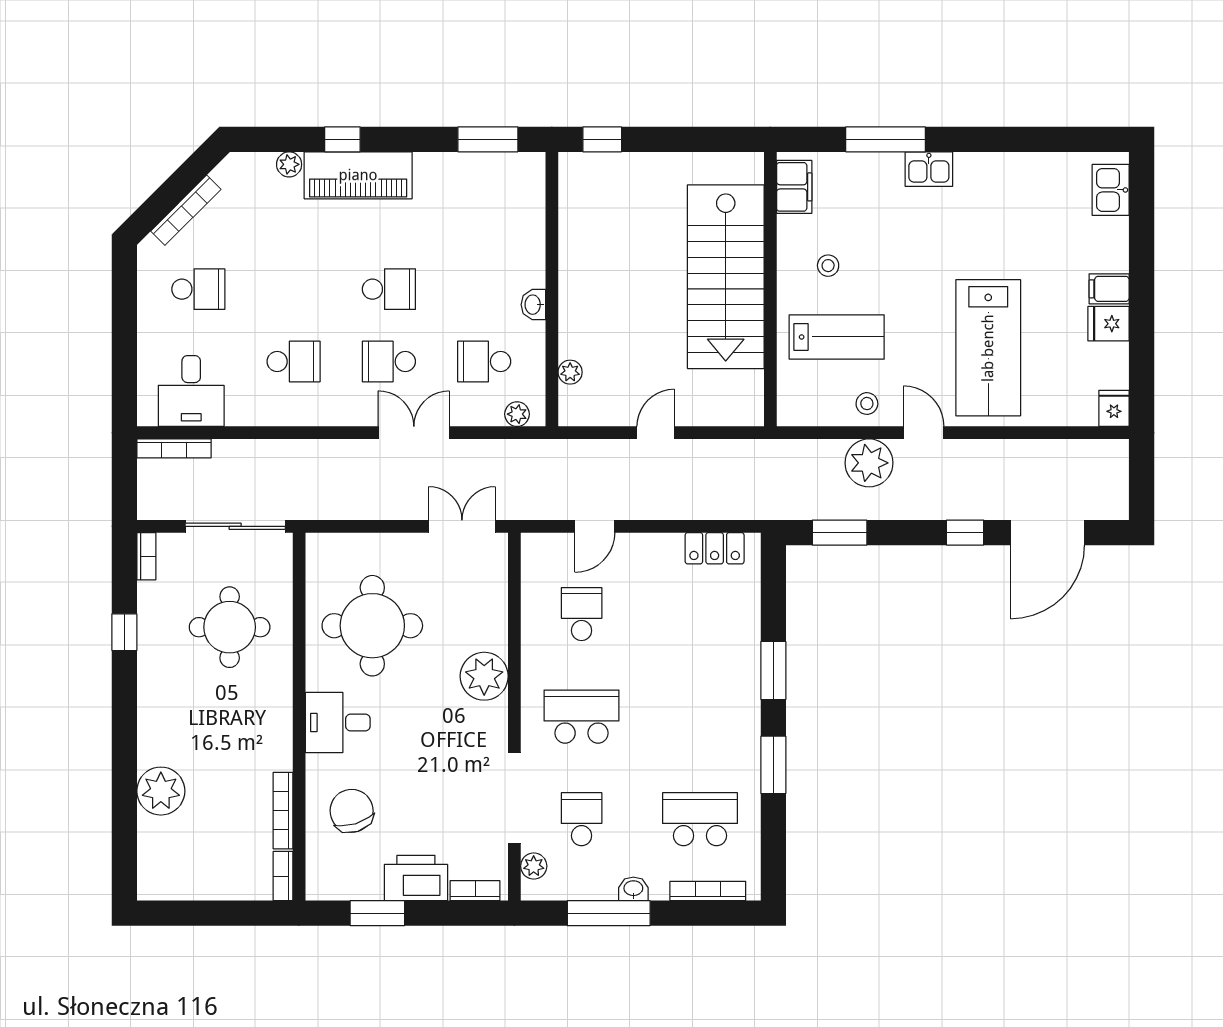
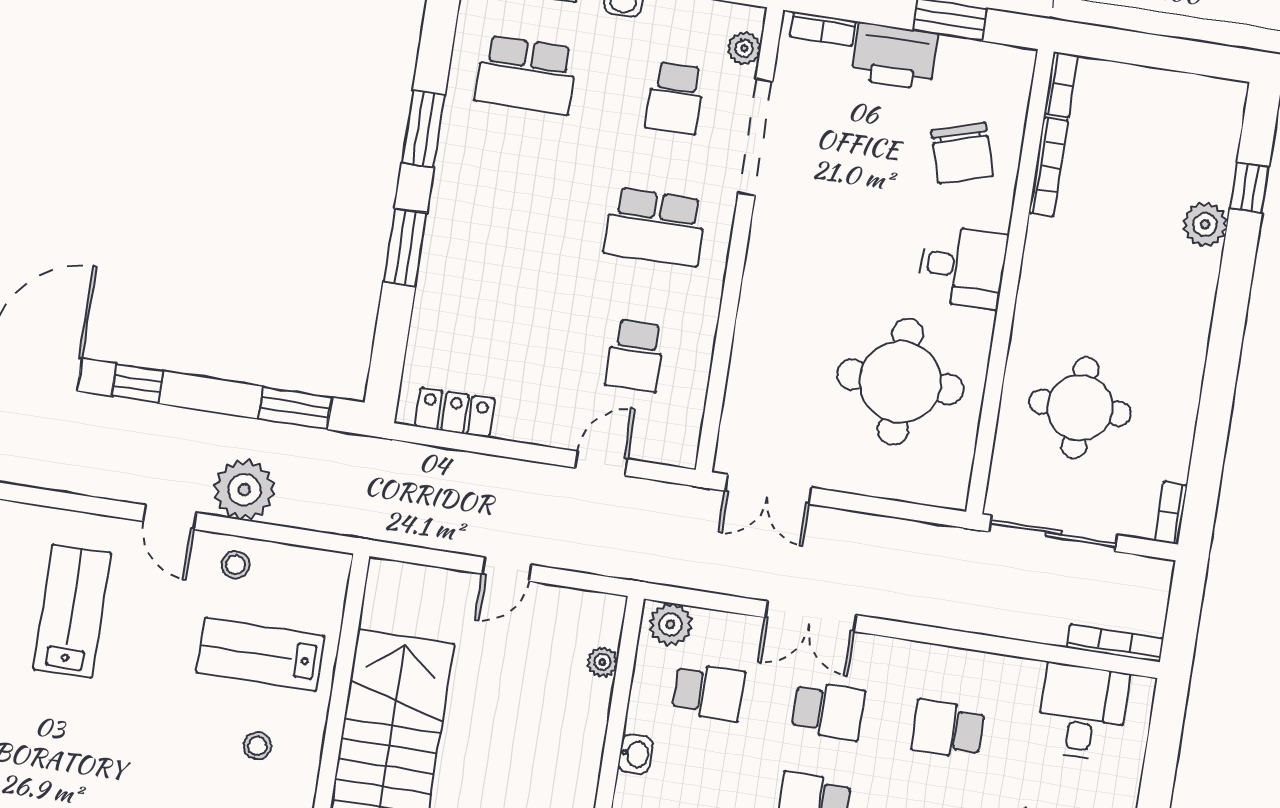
lab bench: (988, 348) -> (72, 611), width x0.73, depth x0.72
plant: (517, 414) -> (671, 624), width x1.38, depth x1.38
window: (124, 632) -> (1249, 188), moved
plant: (484, 676) -> (770, 296), removed
plant: (161, 791) -> (1205, 224), width x0.73, depth x0.73

